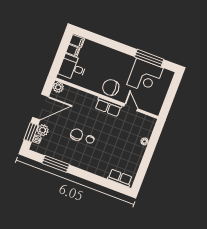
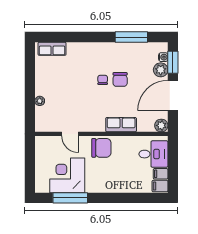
row of seats: (108, 107) -> (121, 125), moved

